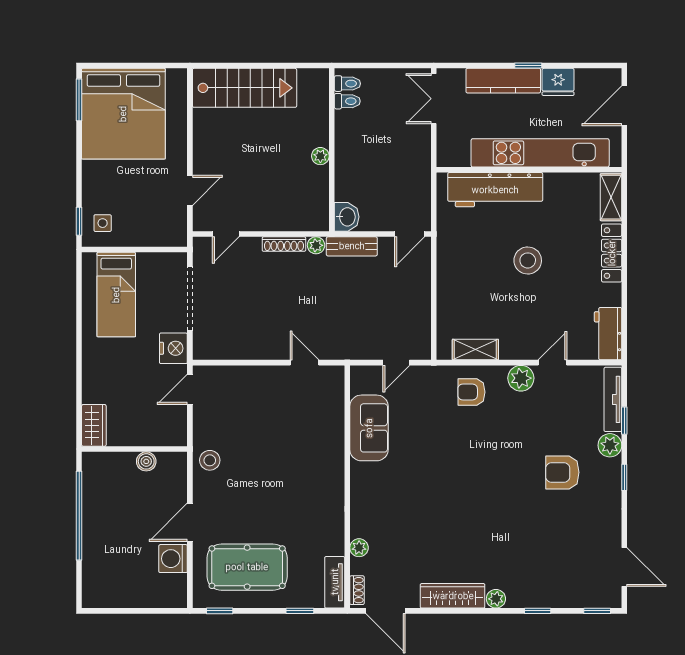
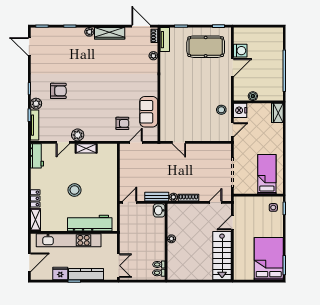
stairs: (245, 88) -> (222, 256), moved, turned -90
bed: (123, 114) -> (269, 259), width x0.73
locker: (612, 253) -> (35, 198), width x0.66
nightstand: (173, 348) -> (240, 110), moved
shelving: (475, 350) -> (86, 148), moved
armchair: (471, 392) -> (122, 123), moved
stool: (210, 460) -> (221, 110), moved

